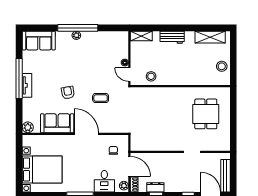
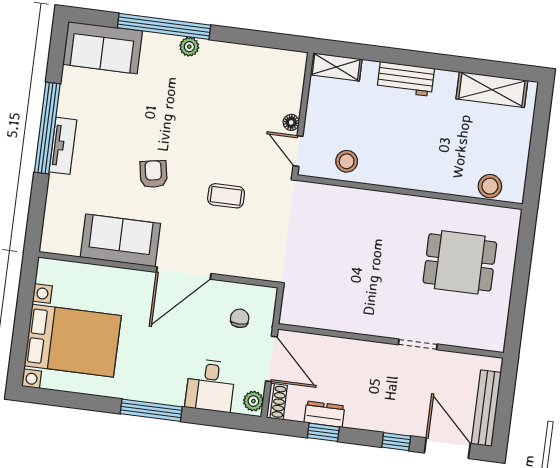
window: (78, 28) -> (164, 26), moved
stool: (222, 66) -> (490, 186), moved
dining table: (206, 114) -> (460, 262), turned 90
plant: (28, 127) -> (53, 241), removed
door: (87, 134) -> (184, 273), swing flipped

